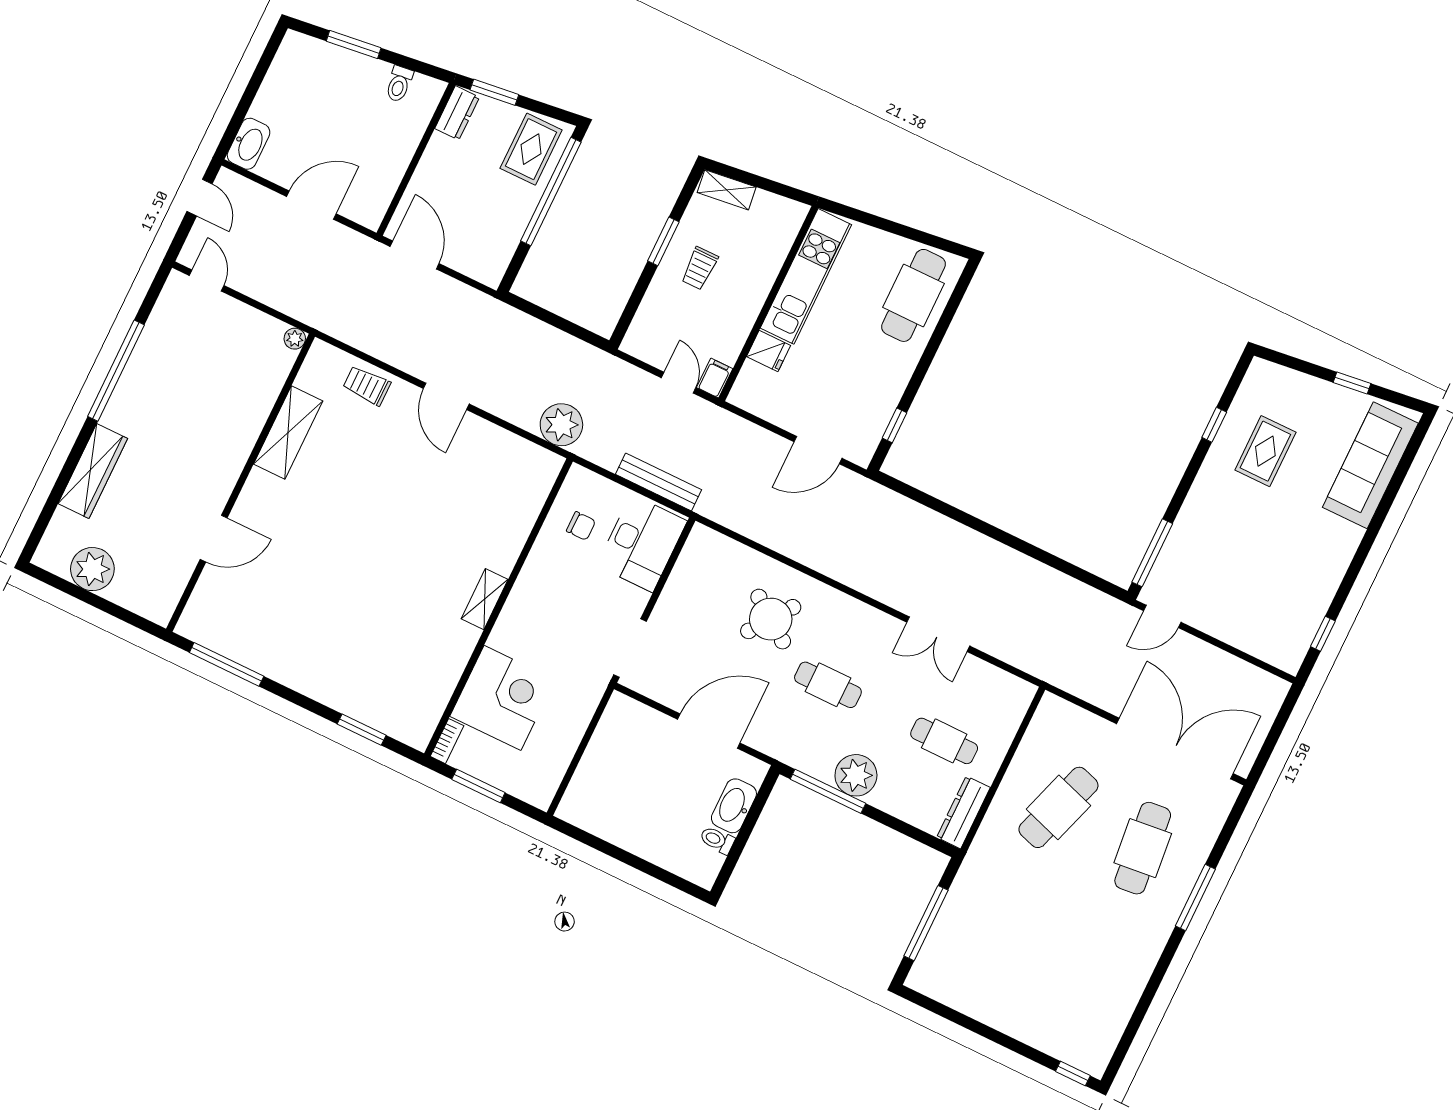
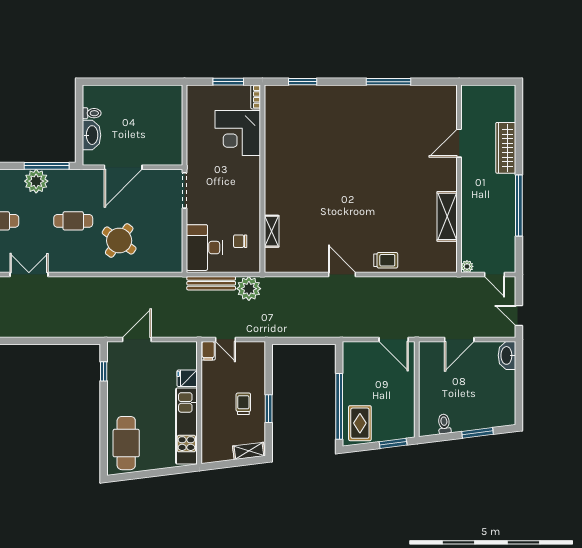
dresser: (457, 113) -> (407, 423), removed
plant: (295, 339) -> (467, 266), moved
plant: (561, 425) -> (249, 289), moved
shelving: (288, 432) -> (447, 216), moved
wall: (241, 483) -> (459, 179), moved
door: (214, 539) -> (459, 143), moved
plant: (92, 569) -> (481, 97), removed
shelving: (485, 599) -> (272, 231), moved

